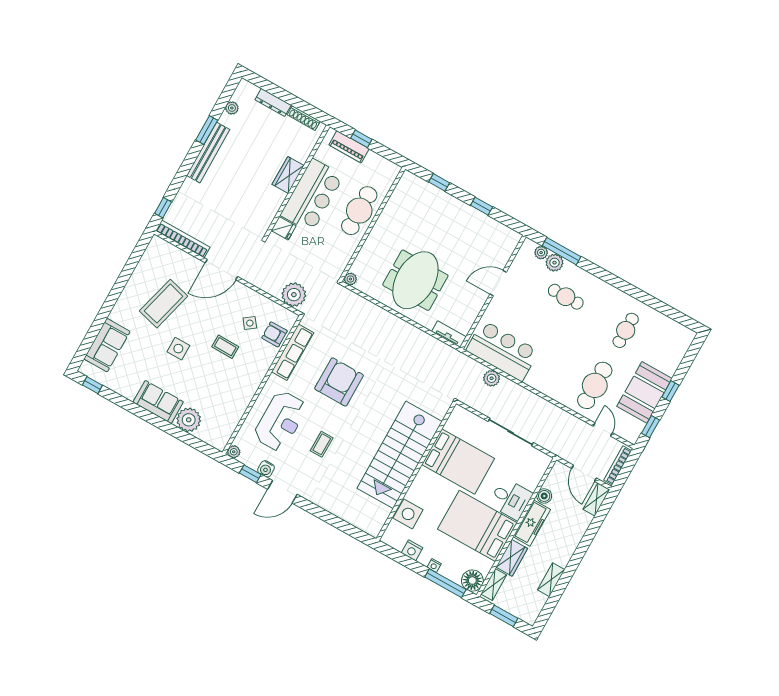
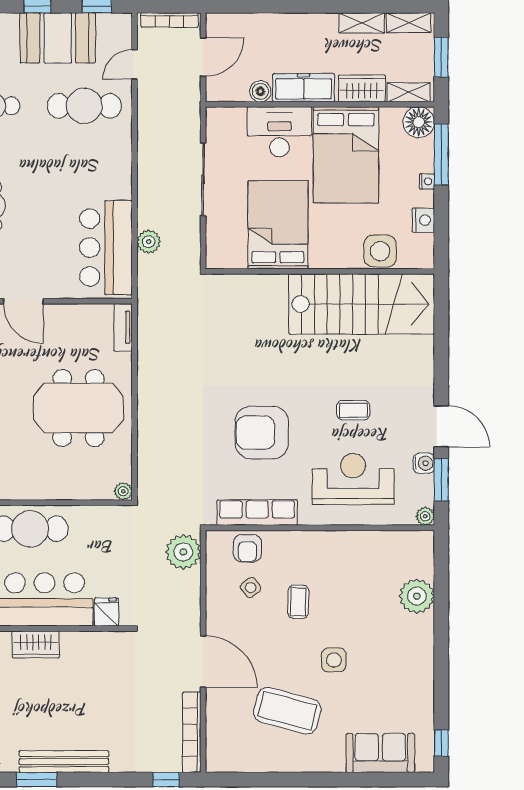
sofa: (158, 402) -> (416, 648), removed
stairs: (400, 455) -> (362, 304), moved
window: (250, 474) -> (441, 480), width x1.50
desk: (511, 499) -> (279, 132), width x1.37
shelving: (596, 499) -> (409, 23), moved

